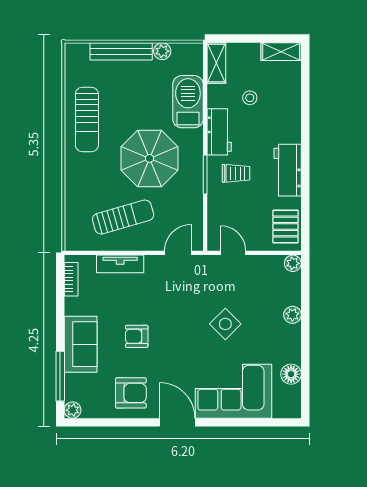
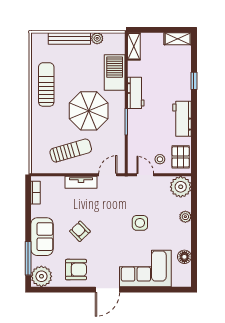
stool: (250, 98) -> (160, 159), moved
window: (305, 114) -> (194, 81), added
sun lounger: (87, 120) -> (46, 85), turned 180
trolley: (236, 173) -> (147, 121), removed
plant: (293, 263) -> (181, 187), width x1.87, depth x1.87
tv unit: (120, 264) -> (81, 182), moved
side table: (225, 324) -> (140, 223), turned 45
armchair: (137, 336) -> (80, 231), turned 46
plant: (73, 410) -> (41, 276), width x1.87, depth x1.87
door: (177, 422) -> (107, 290), swing flipped

